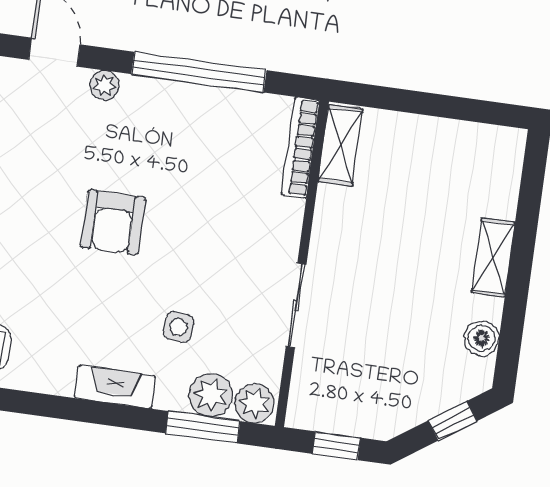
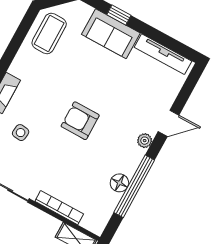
floor lamp: (203, 103) -> (119, 183), added
bookcase: (301, 148) -> (59, 208), moved

